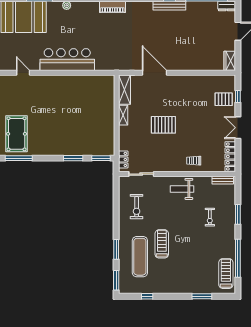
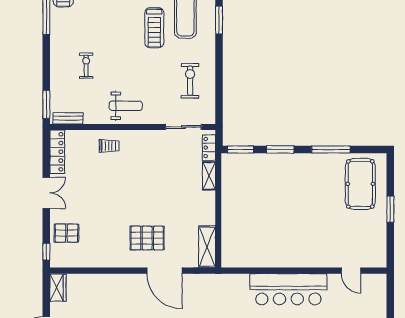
window: (238, 97) -> (46, 252), moved
shelving: (123, 115) -> (209, 176), moved
pallet: (163, 125) -> (147, 238), moved
window: (19, 158) -> (331, 149), moved
window: (238, 214) -> (46, 104), moved

